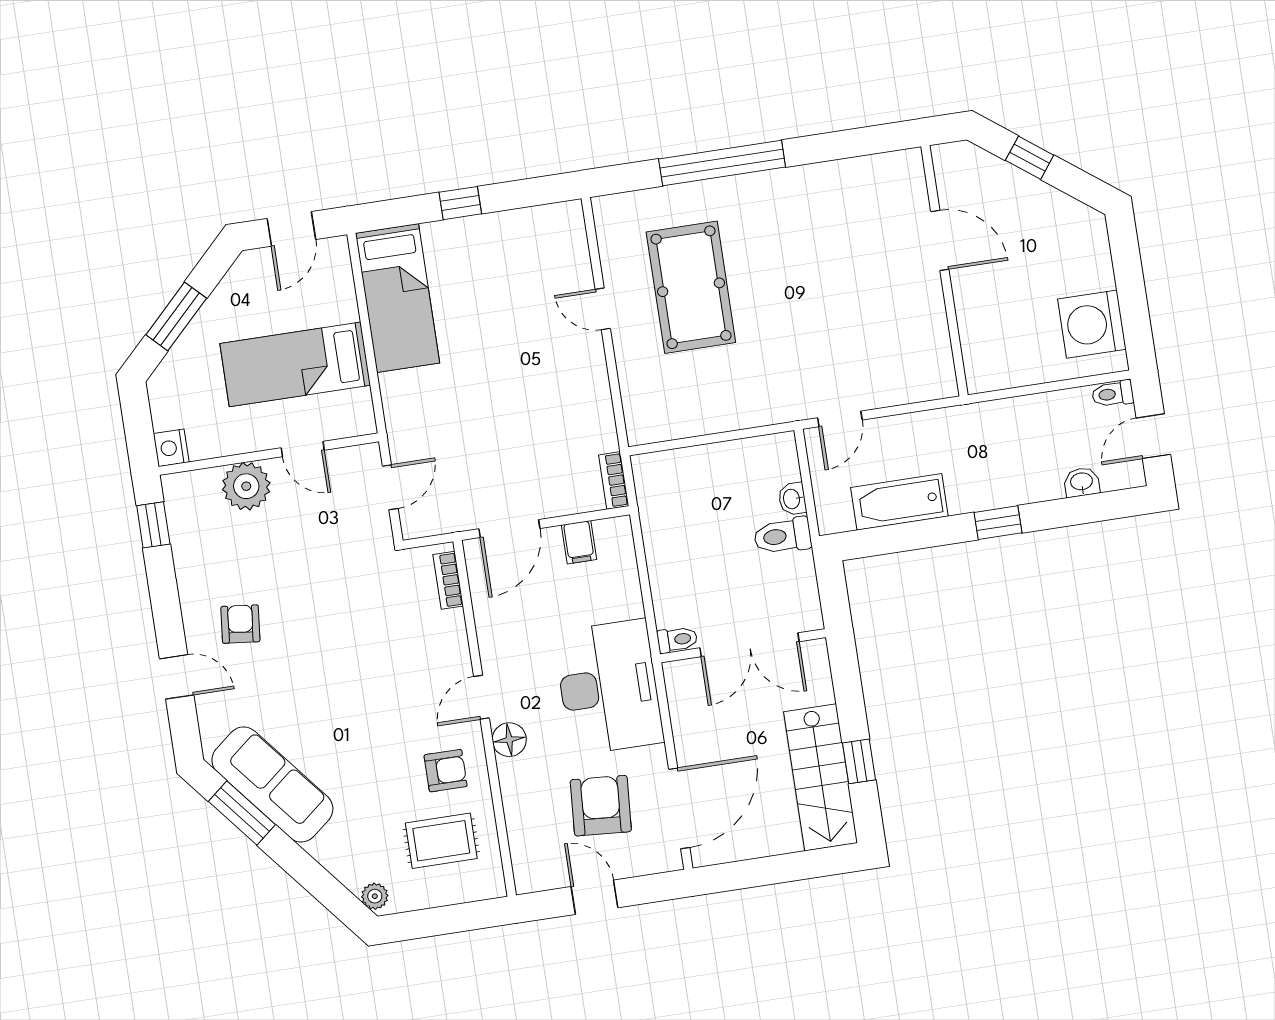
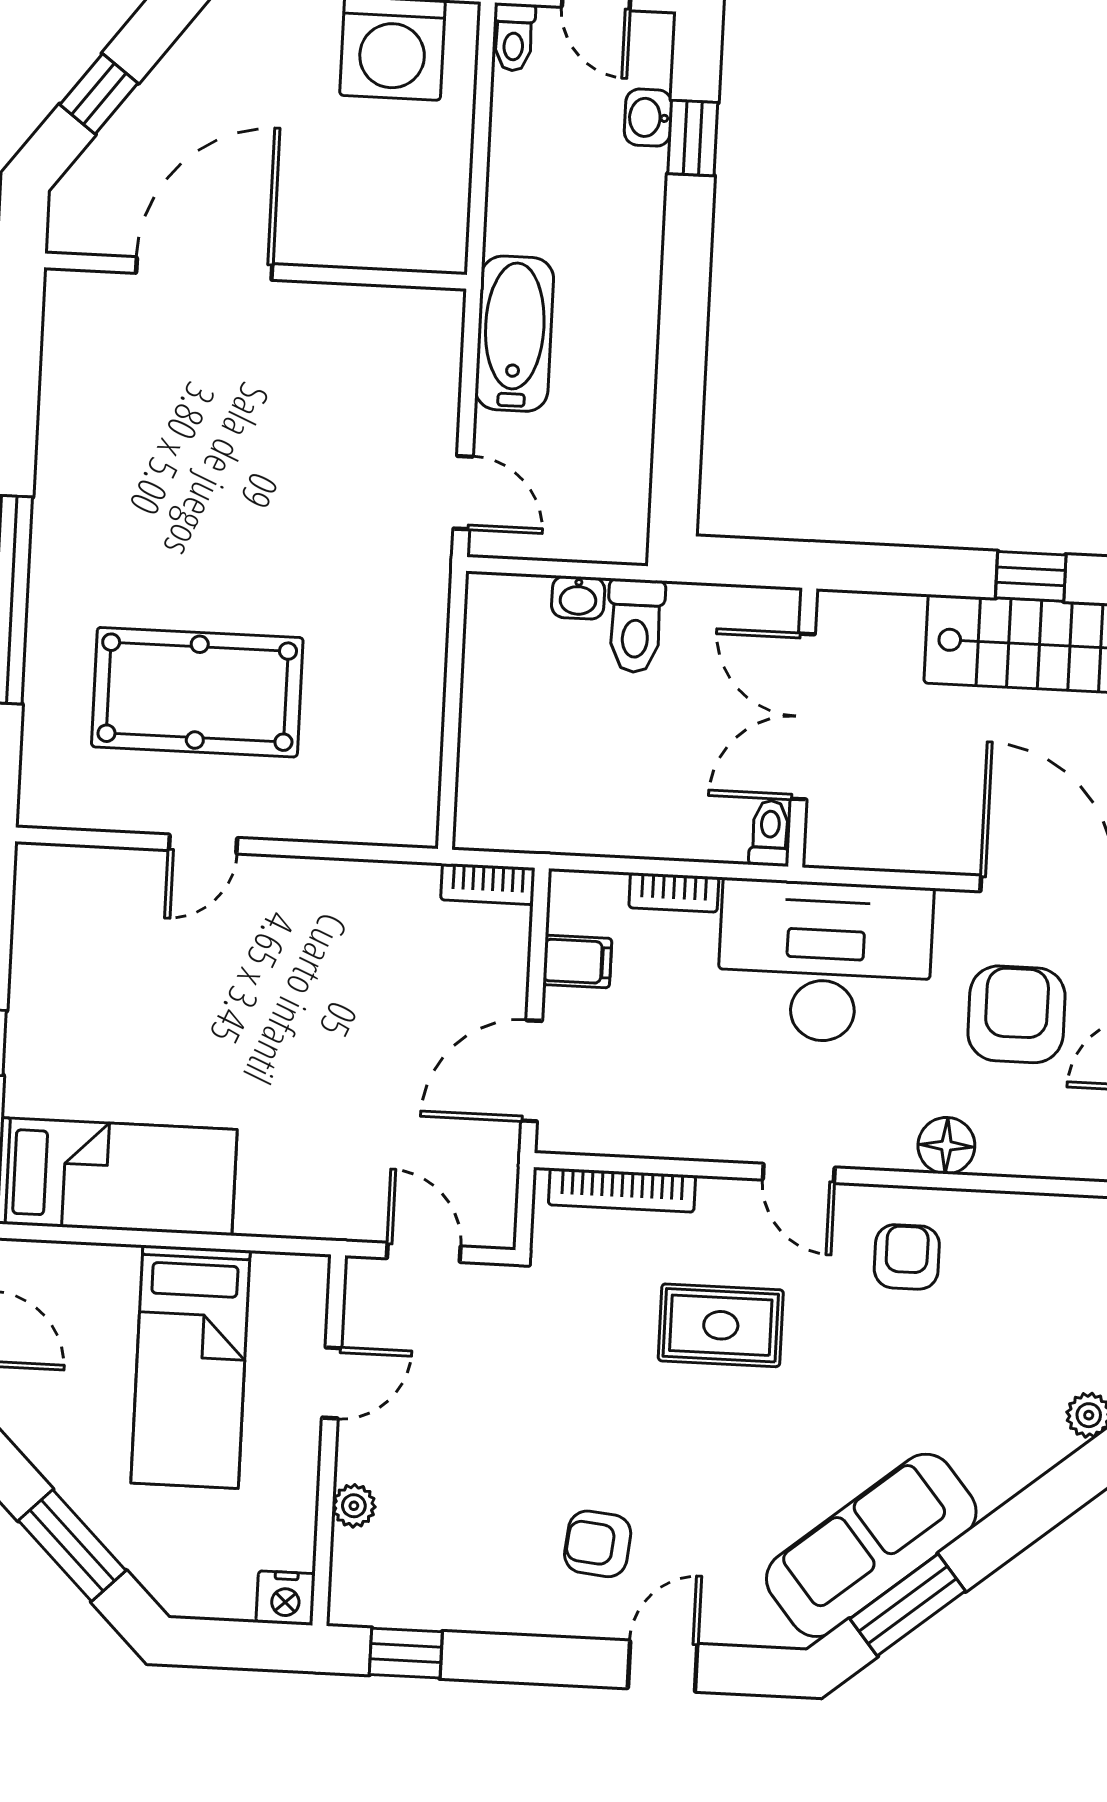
door: (940, 240) -> (204, 269), width x1.36
plant: (246, 486) -> (354, 1506), width x0.53, depth x0.53
bathtub: (899, 502) -> (514, 334), moved, turned 180
window: (998, 523) -> (693, 138), moved
door: (509, 529) -> (532, 1071), swing flipped
bookcase: (448, 580) -> (622, 1190), width x1.56
bookcase: (631, 590) -> (674, 892), added
double door: (749, 645) -> (803, 717), swing flipped
floor lamp: (509, 740) -> (946, 1146), moved
armchair: (601, 806) -> (1016, 1014), turned 86
rug: (441, 841) -> (721, 1325), moved, turned 90

